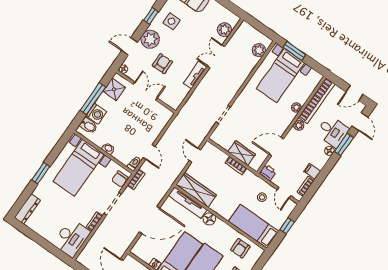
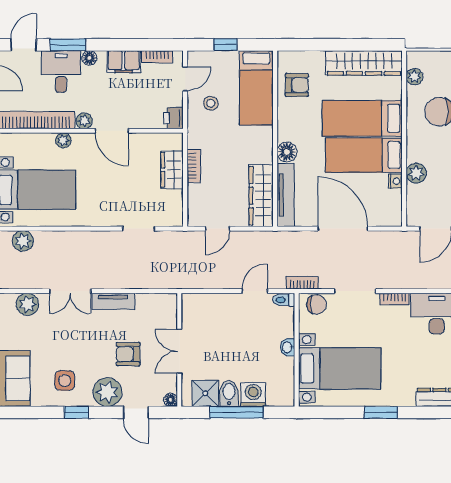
bidet: (89, 126) -> (229, 393), moved
door: (276, 147) -> (112, 131), moved
filing cabinet: (312, 171) -> (124, 62), width x2.00

